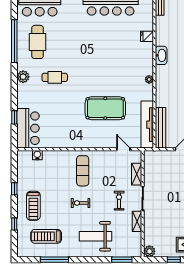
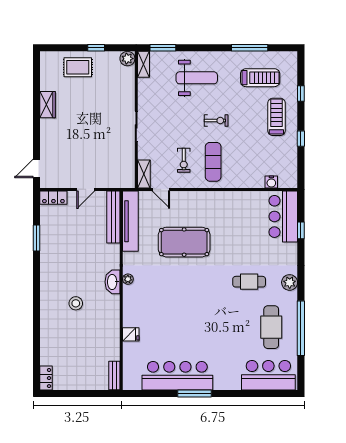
washbasin: (161, 55) -> (113, 282), moved
shelving: (137, 174) -> (144, 174), moved
exercise bike: (119, 201) -> (184, 160), moved
shelving: (137, 221) -> (143, 64), moved

